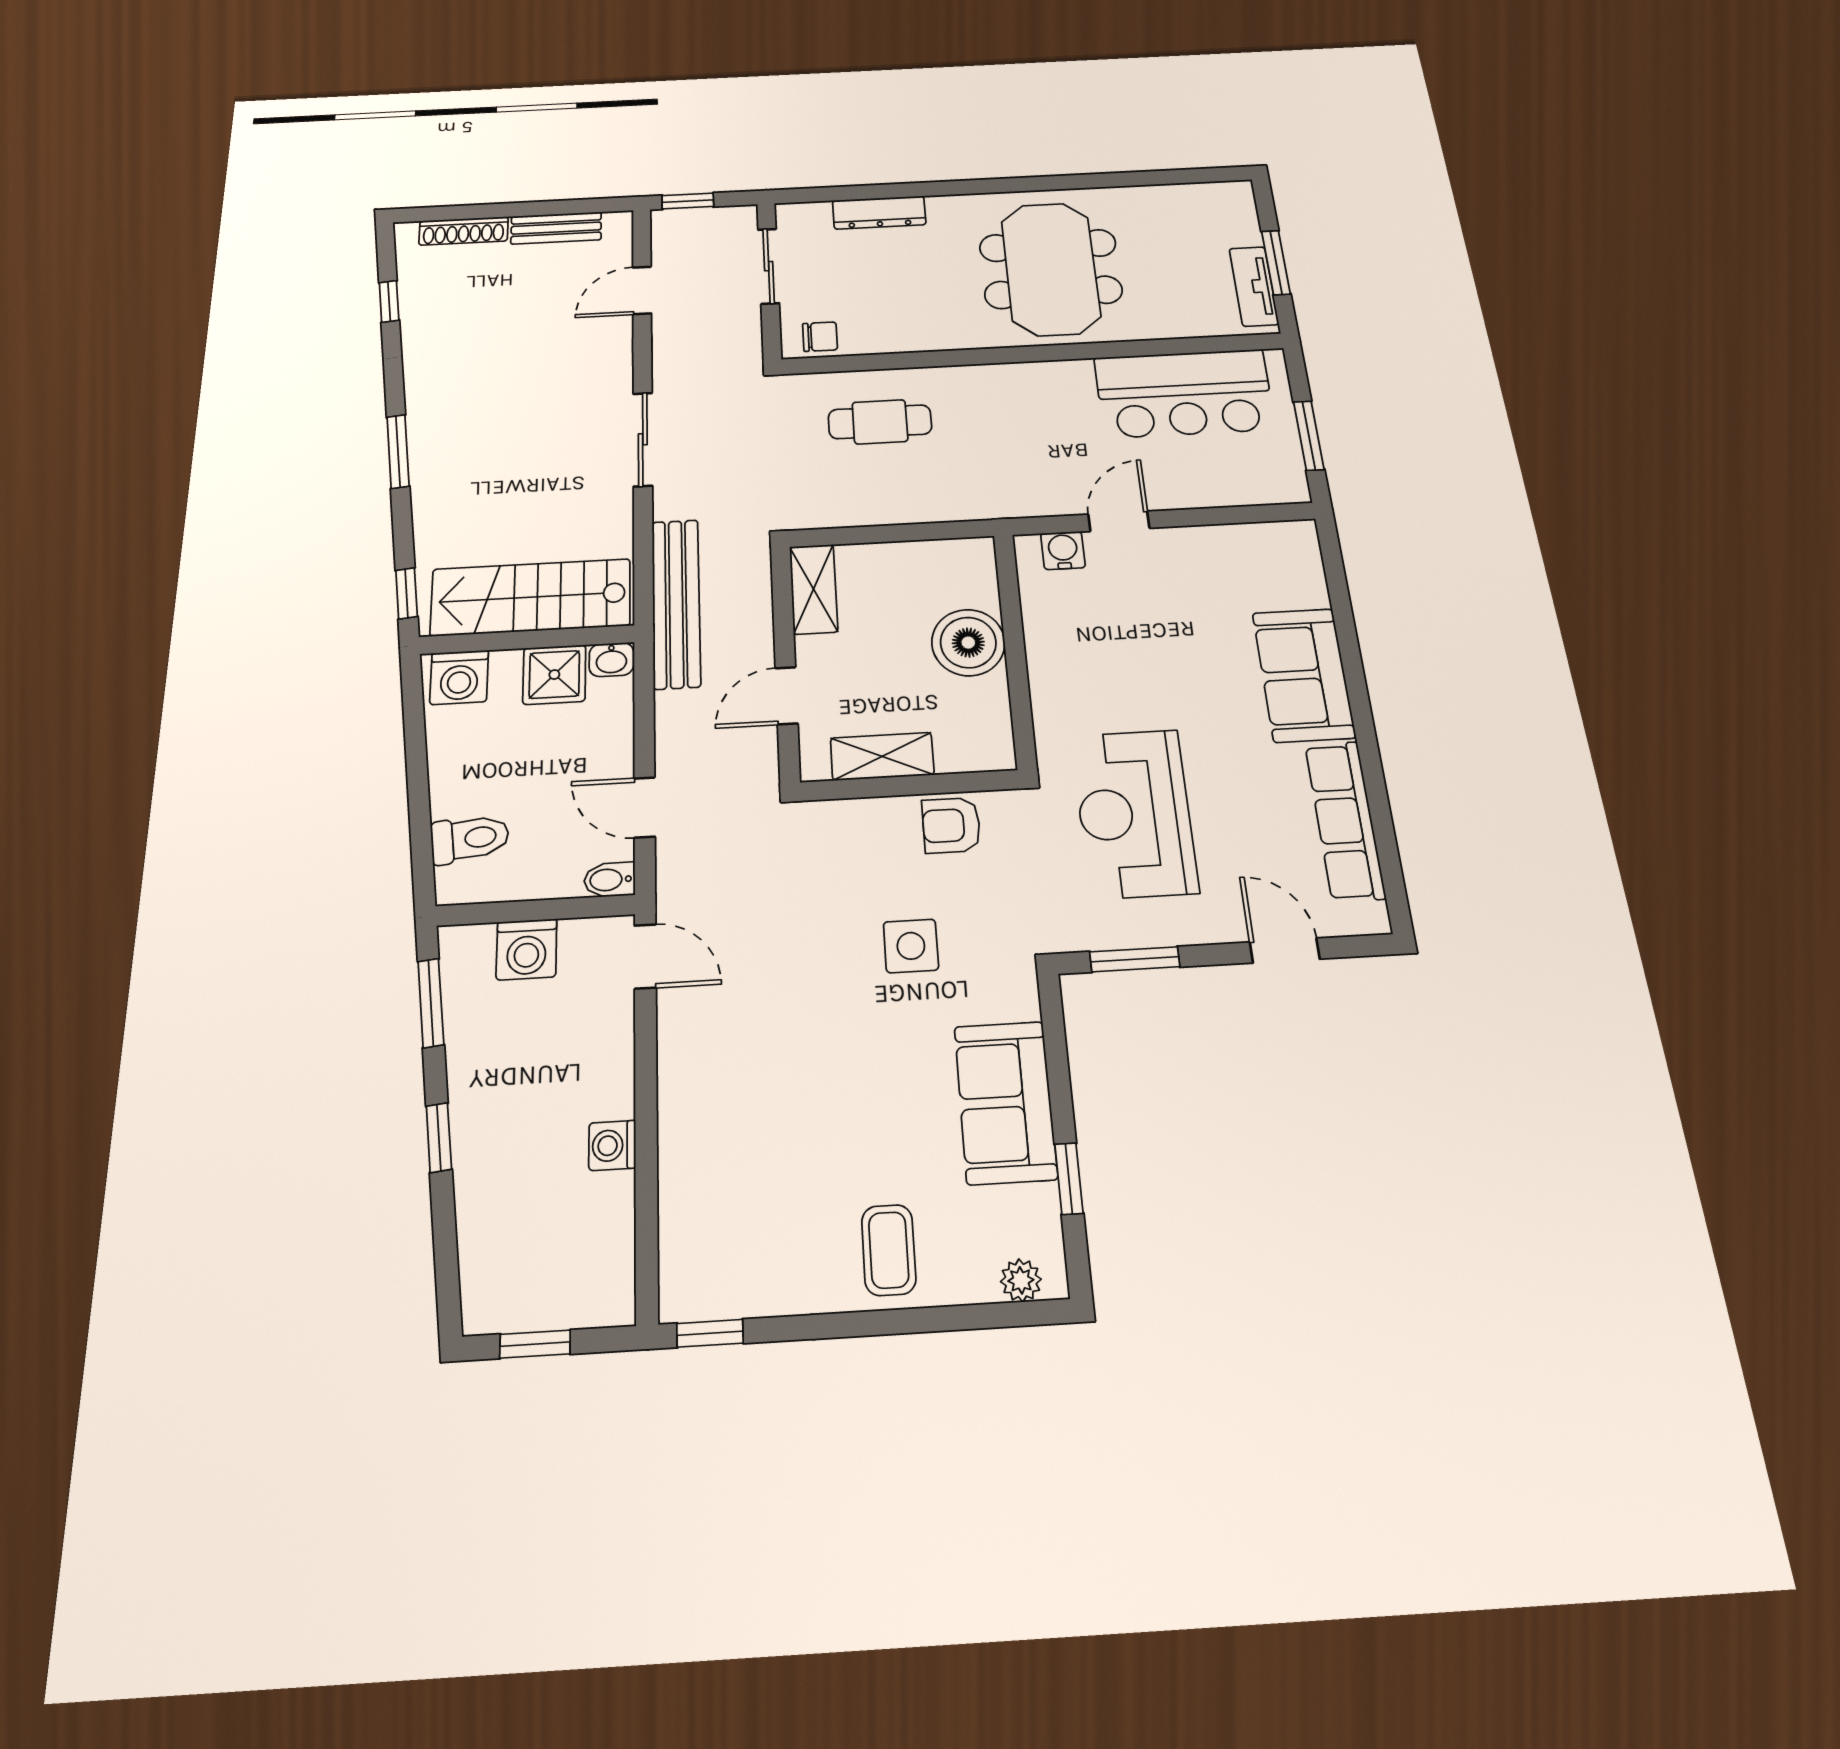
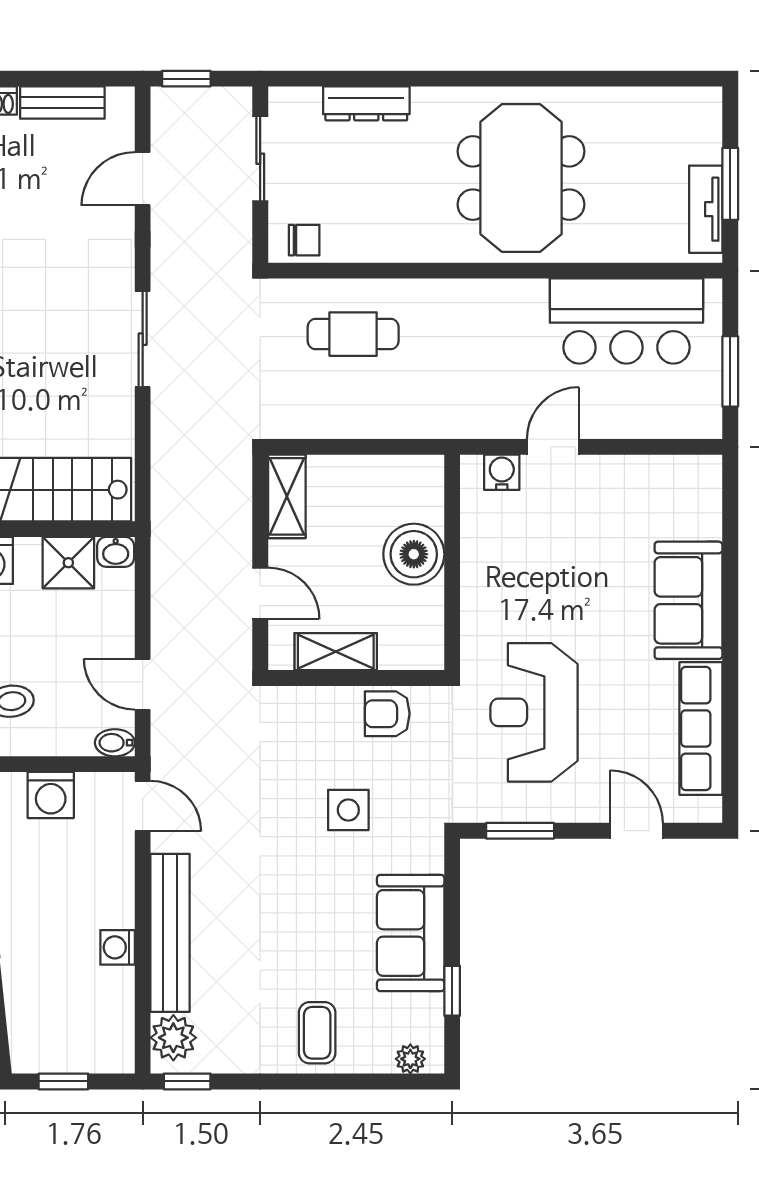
bench: (676, 603) -> (170, 933), moved
door: (787, 696) -> (260, 593), swing flipped
plant: (690, 1269) -> (173, 1038), added

